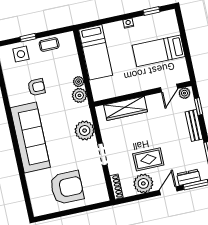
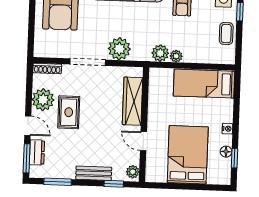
floor lamp: (148, 19) -> (226, 152), added
bed: (159, 51) -> (188, 155), width x1.50
door: (169, 88) -> (143, 141), moved
doorway: (102, 154) -> (88, 62), width x1.38

